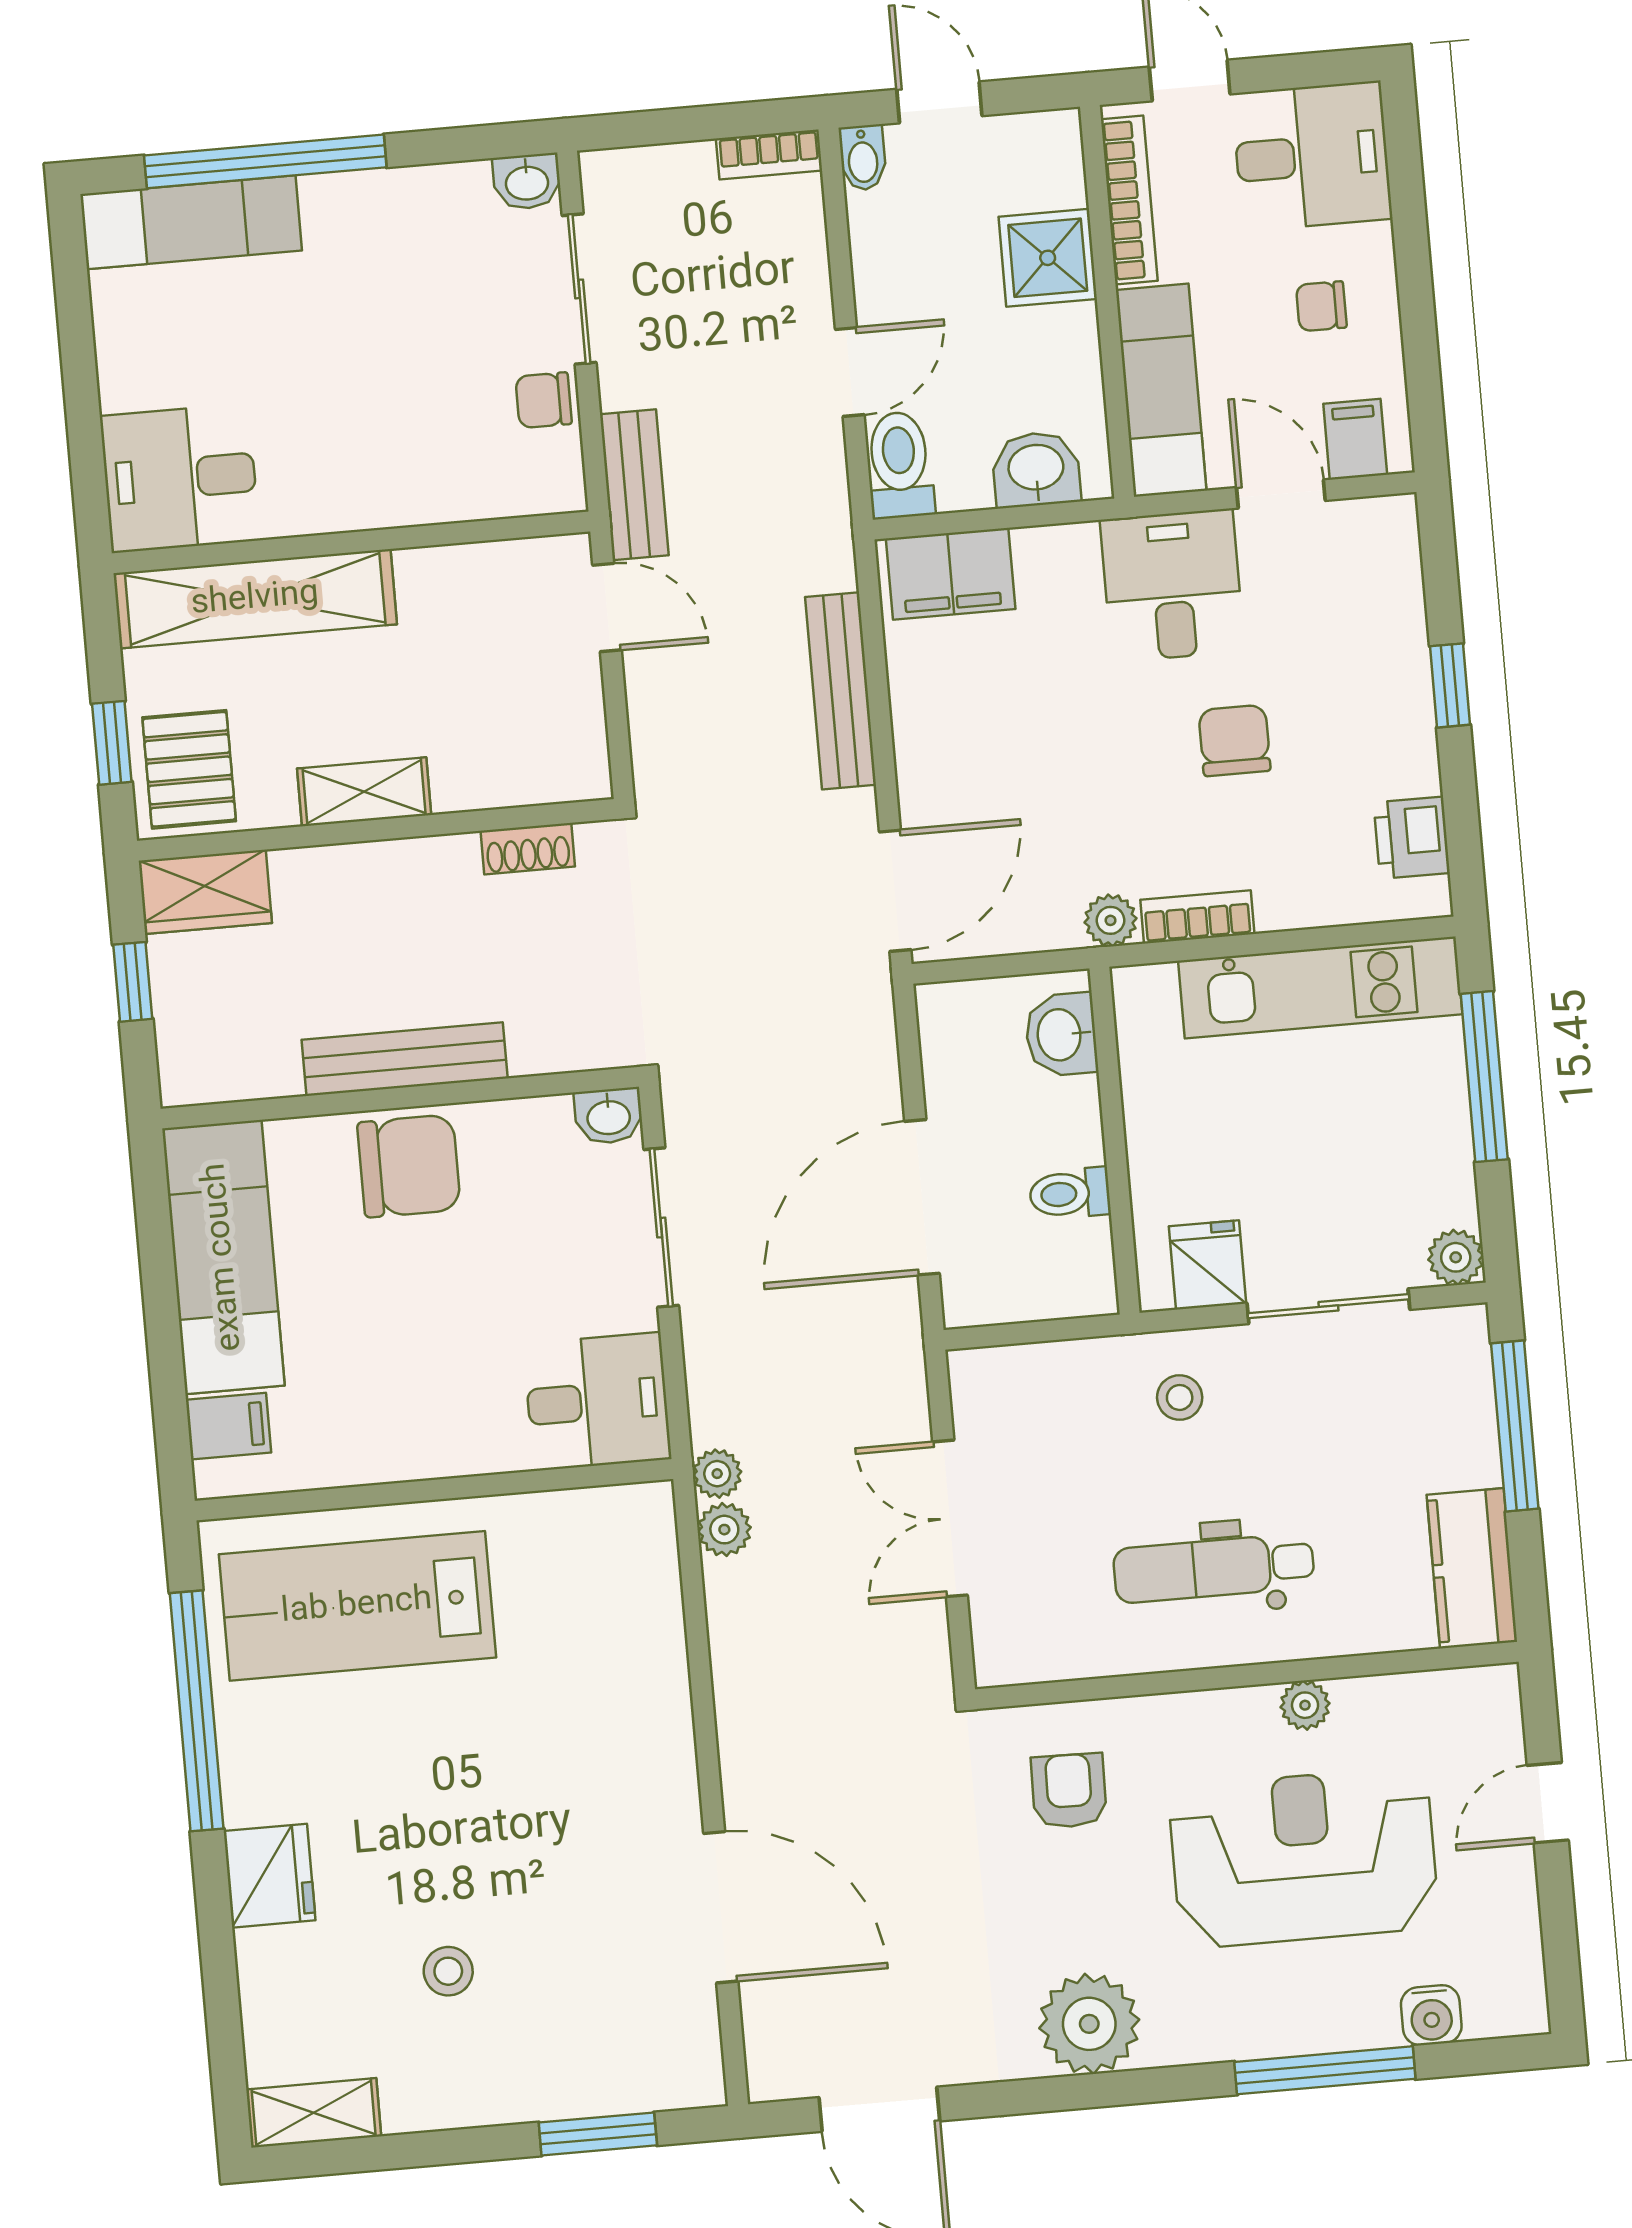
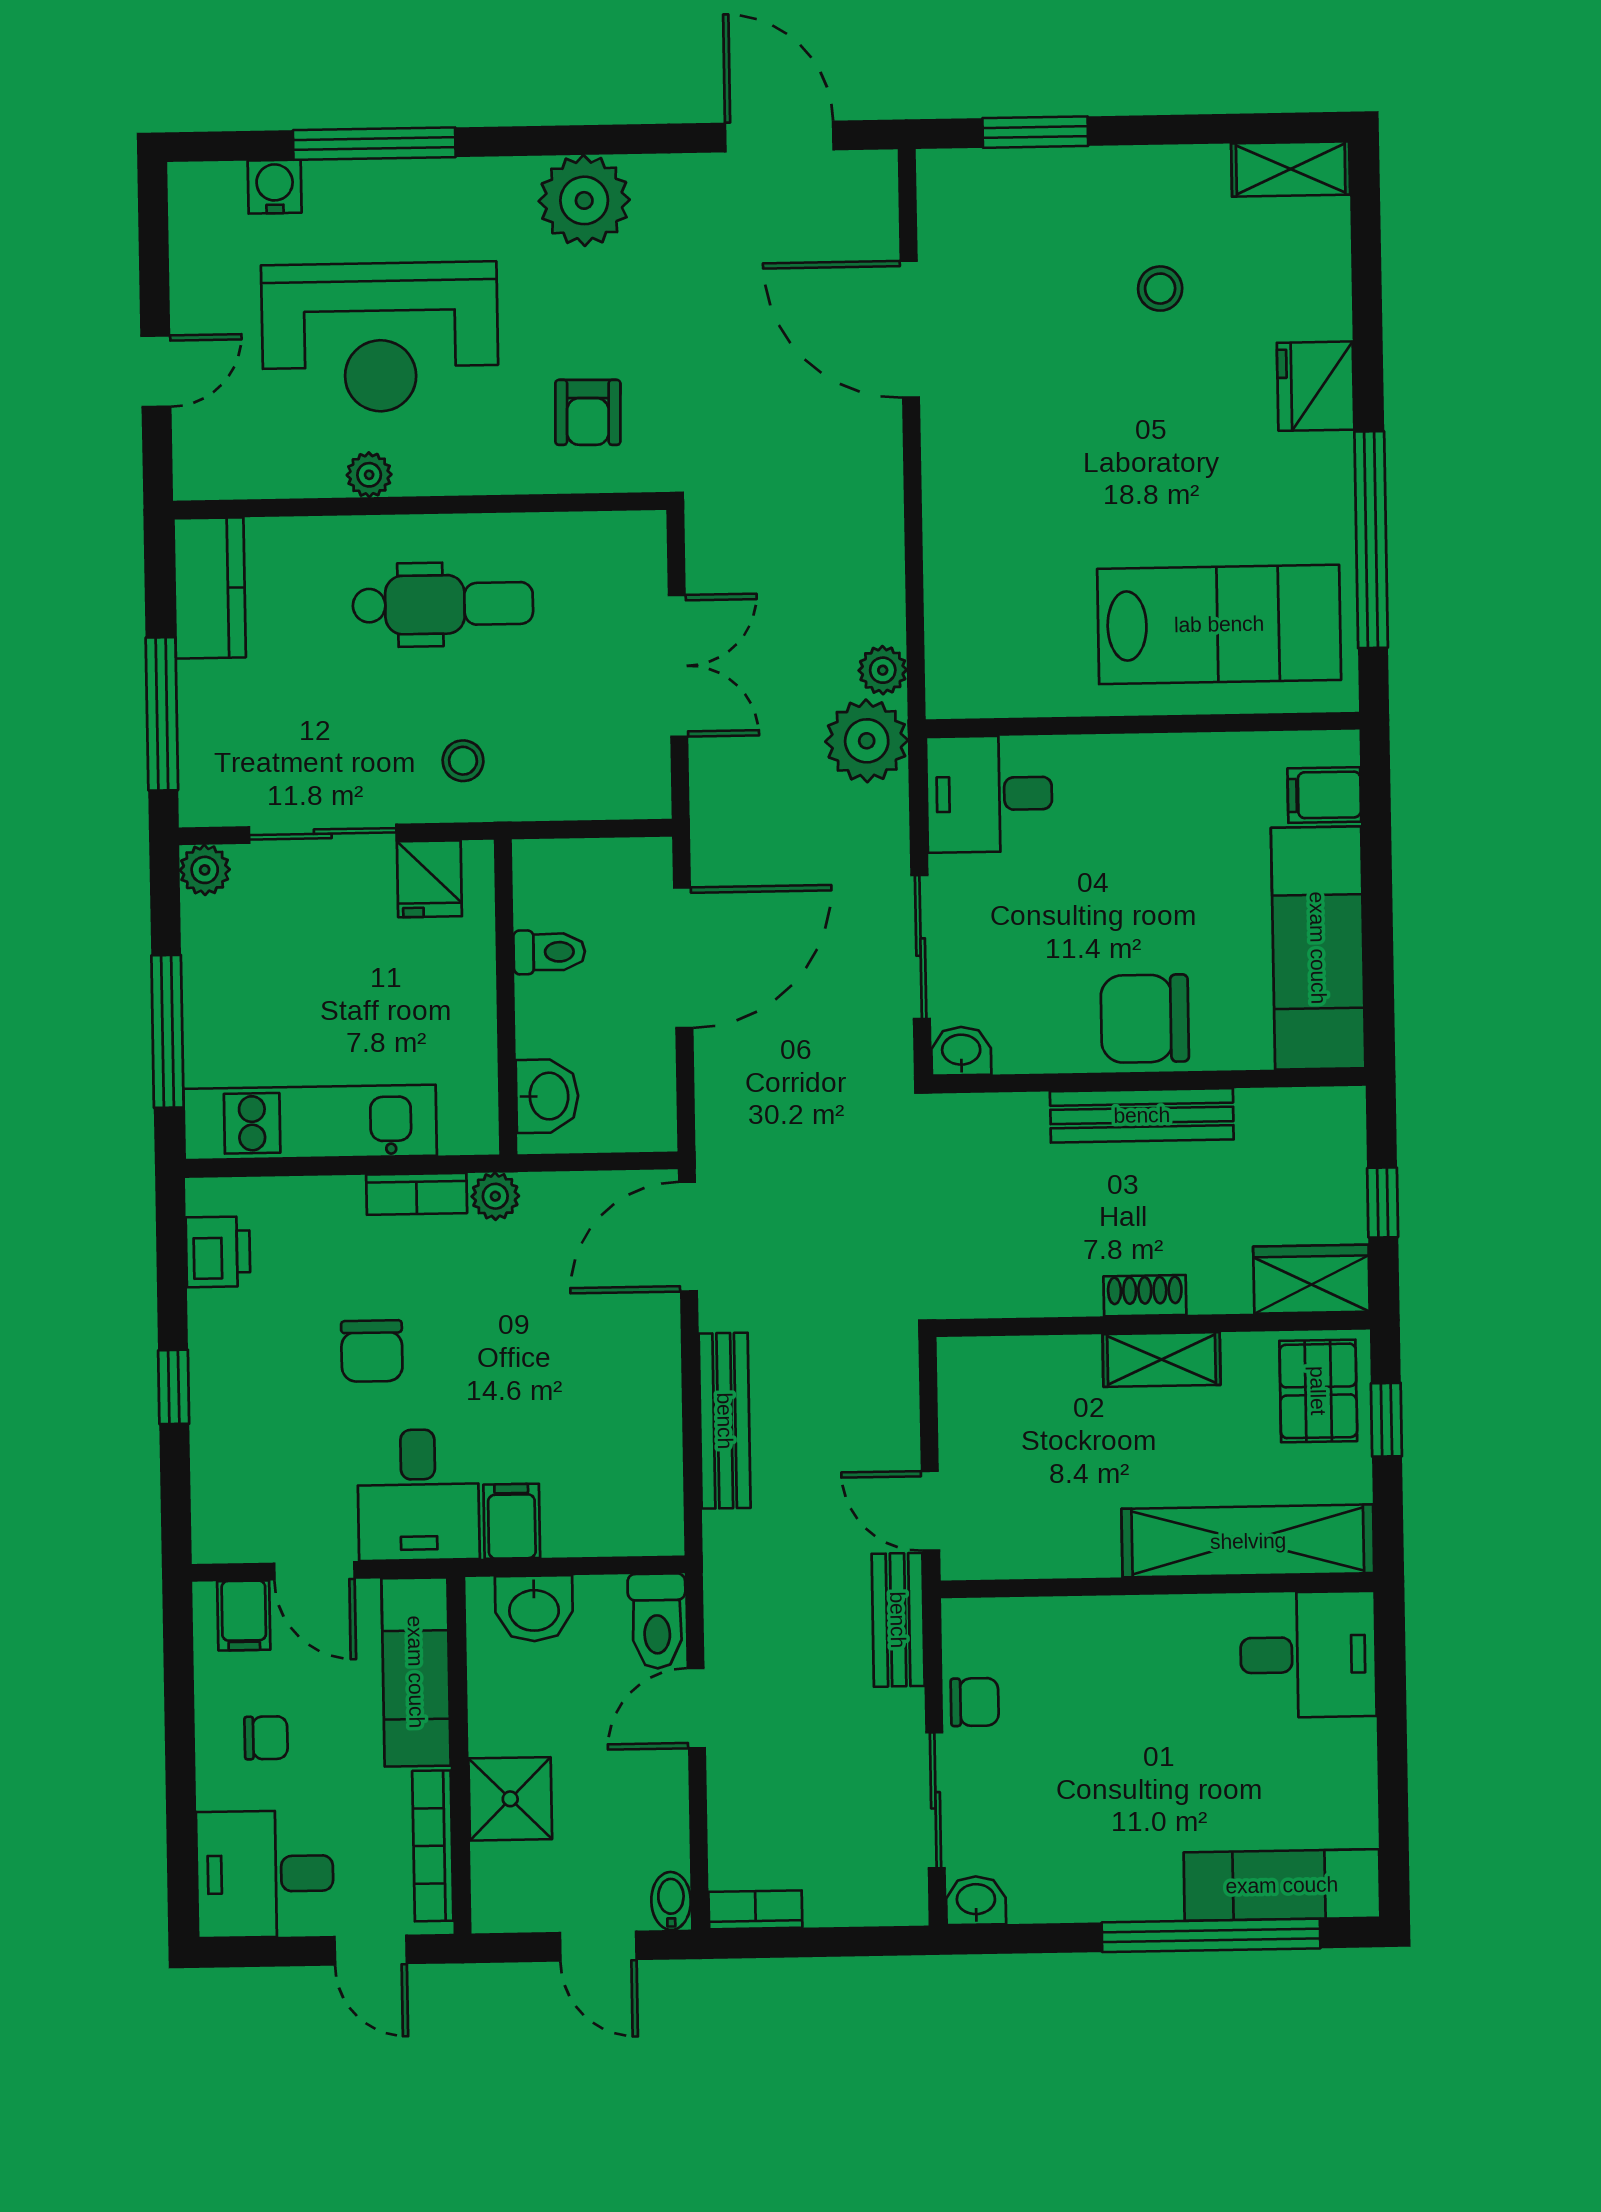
filing cabinet: (951, 574) -> (512, 1521), moved, width x0.50
shoe rack: (528, 849) -> (1145, 1296), moved
plant: (717, 1474) -> (867, 741), width x1.88, depth x1.88

